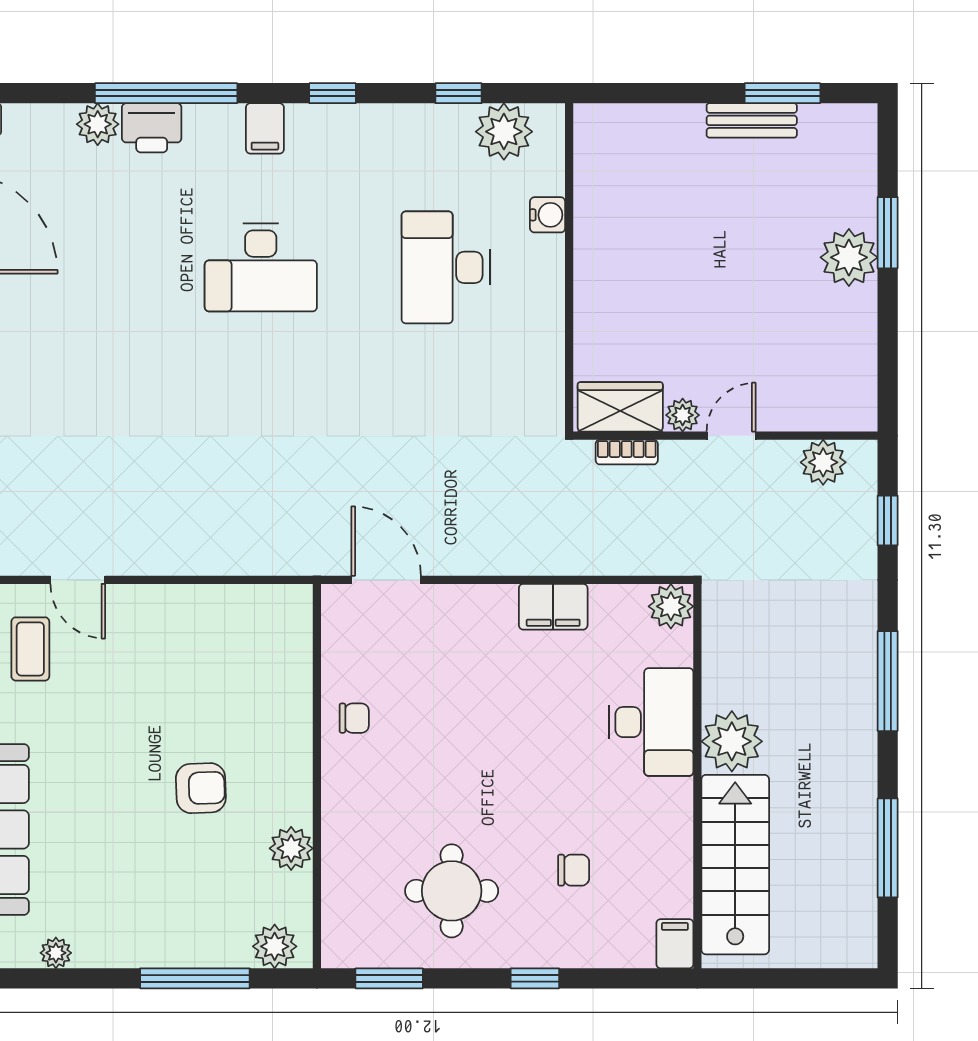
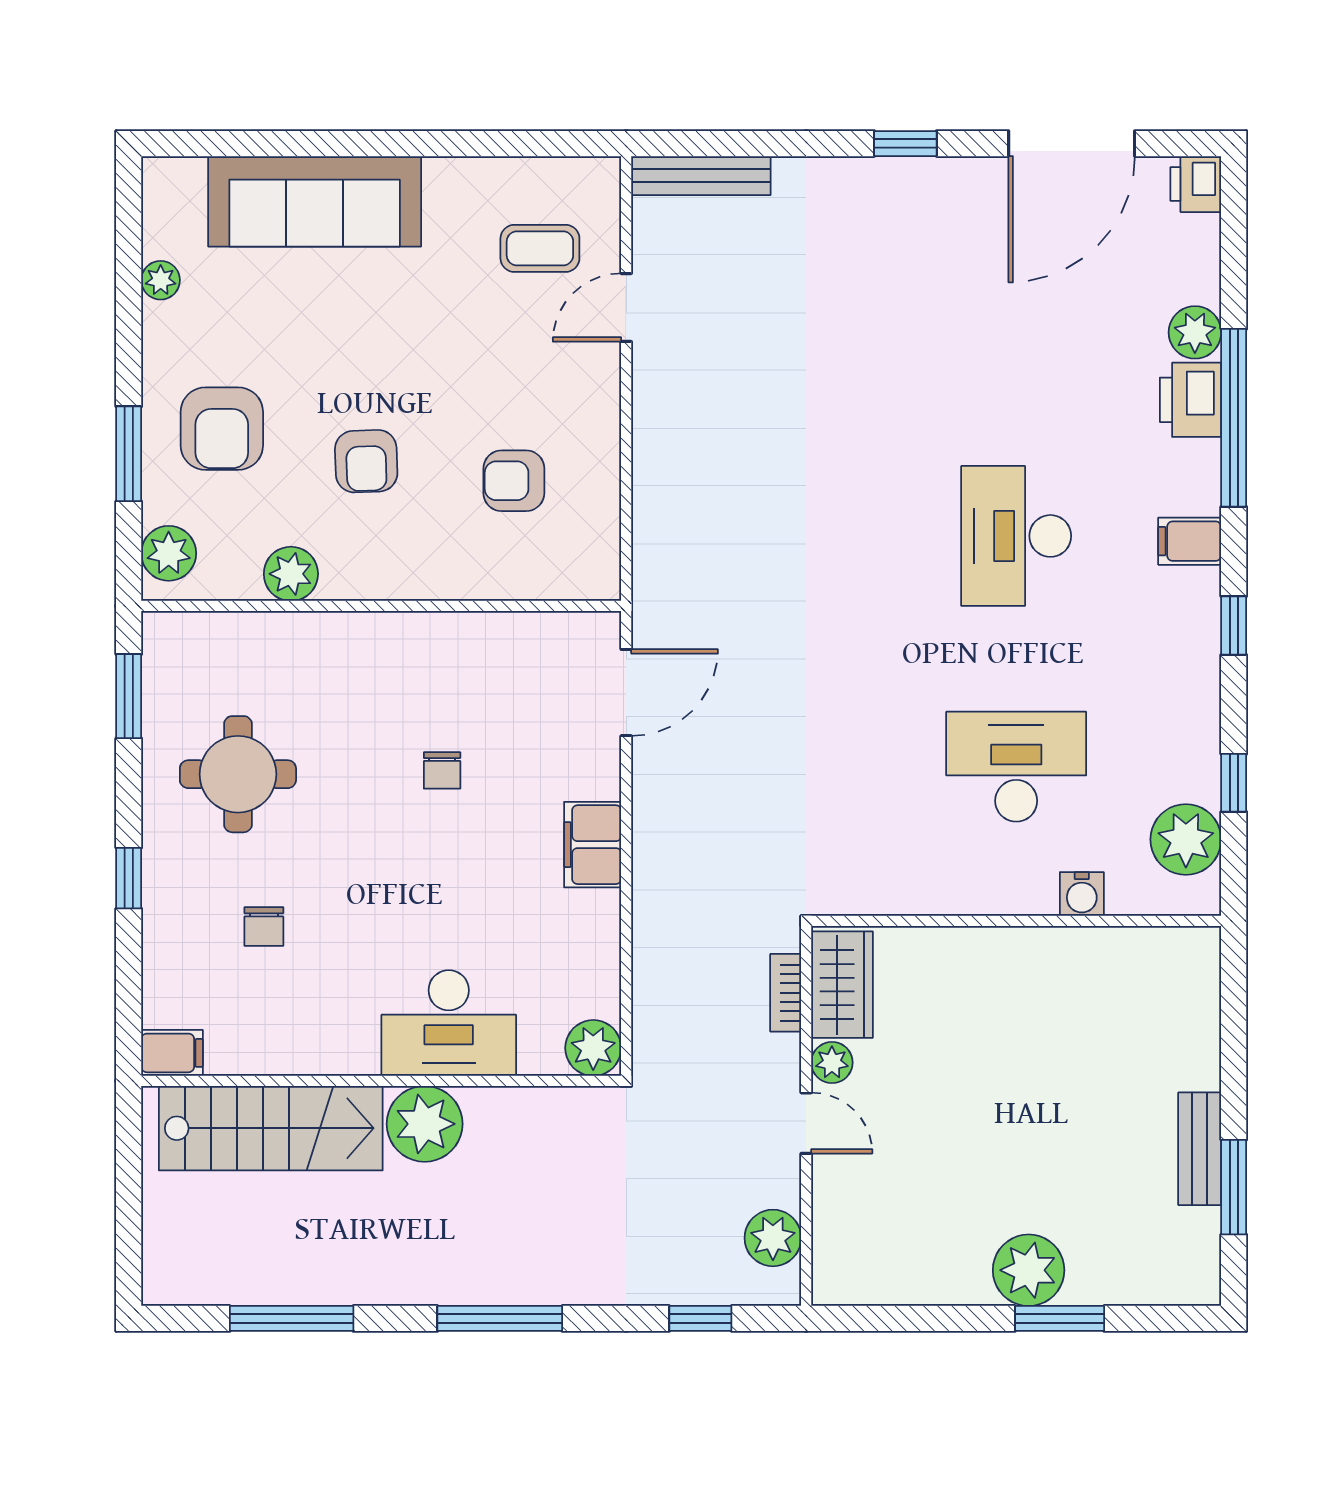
filing cabinet: (553, 607) -> (593, 845), moved
armchair: (217, 670) -> (514, 481), added
chair: (354, 718) -> (442, 770), moved
armchair: (175, 904) -> (222, 429), added
window: (195, 978) -> (129, 454), width x0.69

